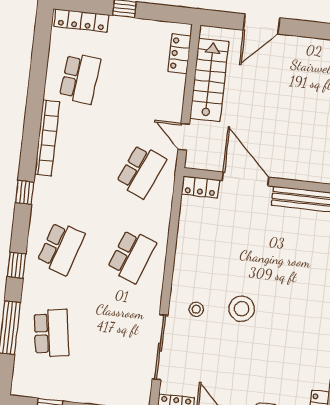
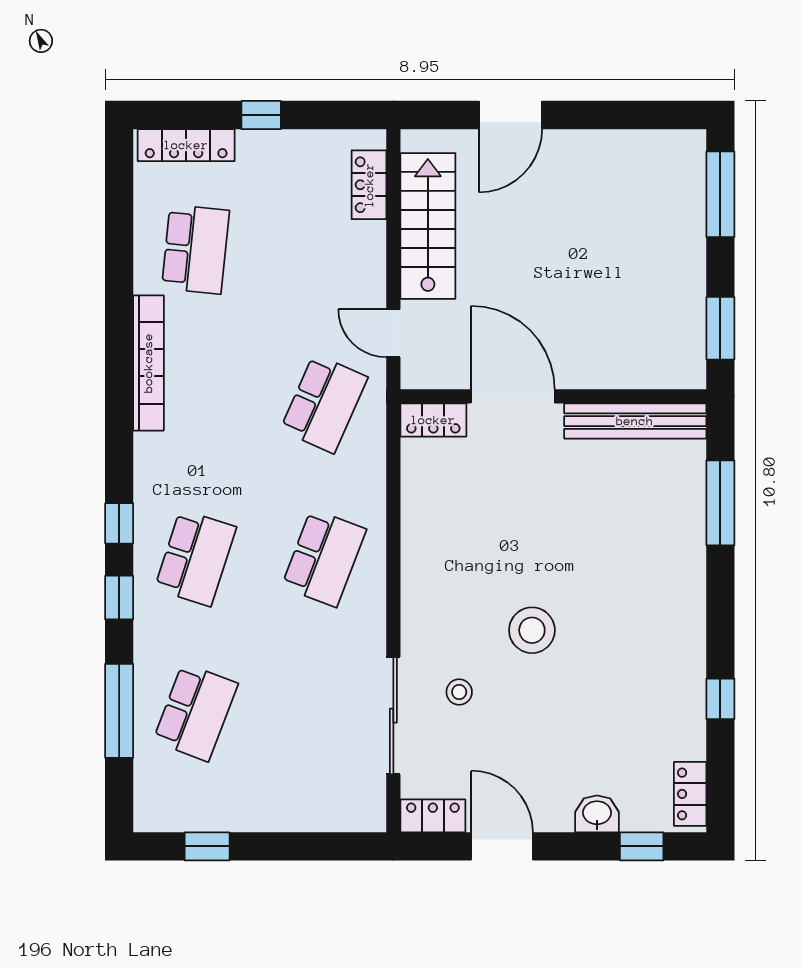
window: (25, 192) -> (119, 523), moved
stool: (196, 309) -> (459, 692), moved
school desk: (51, 333) -> (195, 712), turned 30

